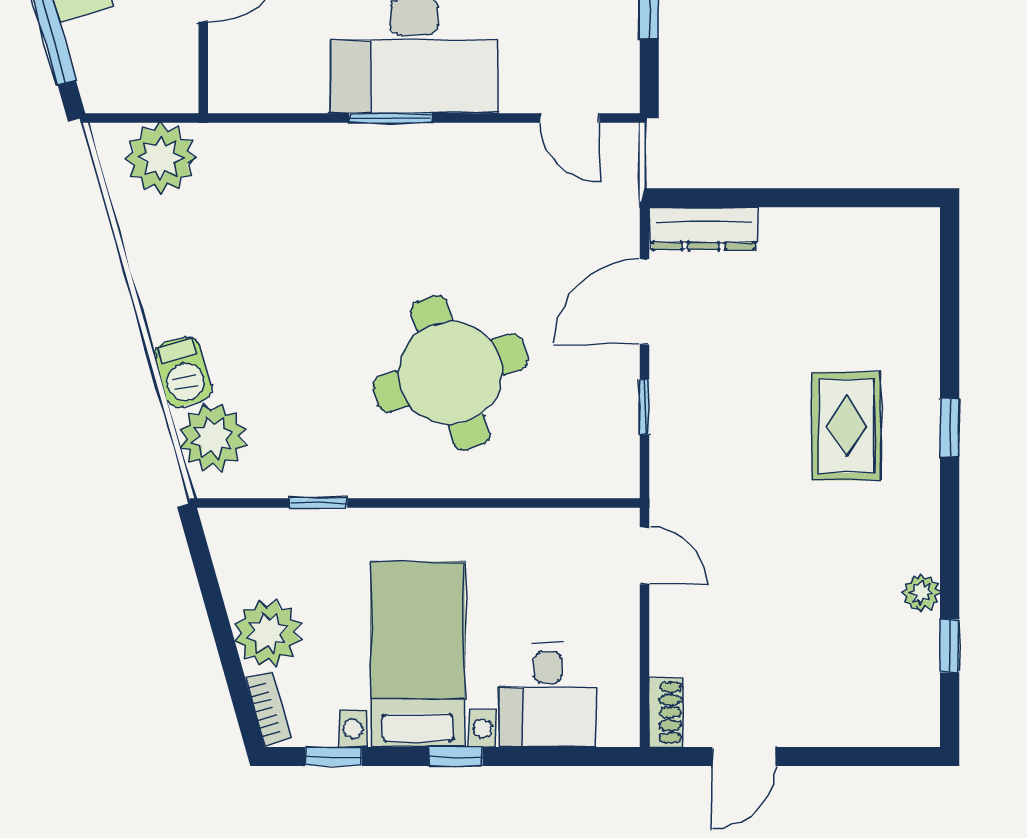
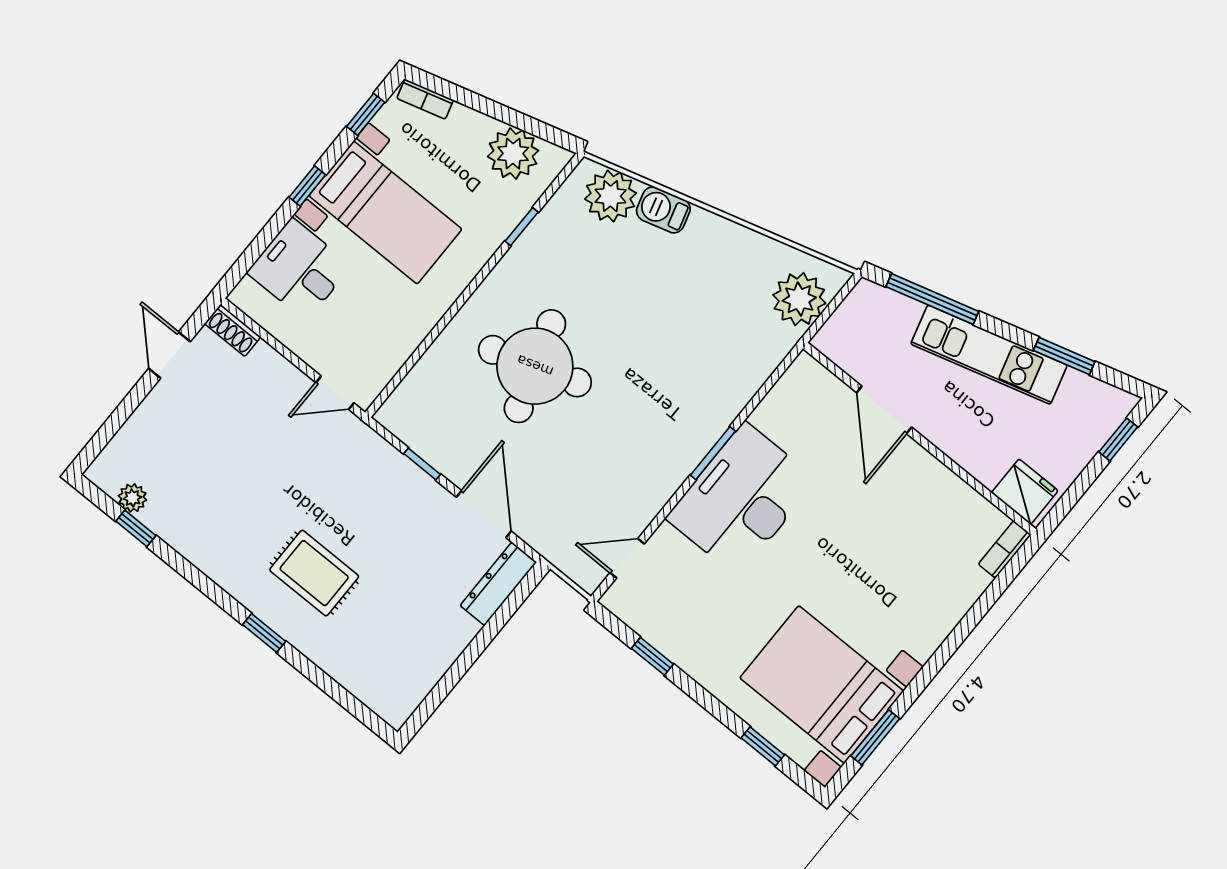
plant: (921, 593) -> (132, 498), moved
plant: (268, 633) -> (513, 154), moved

